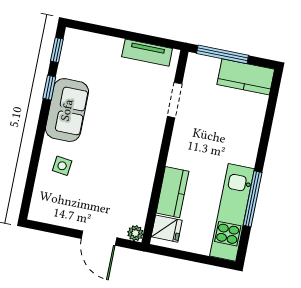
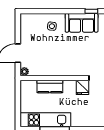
fridge: (167, 229) -> (83, 87), moved

